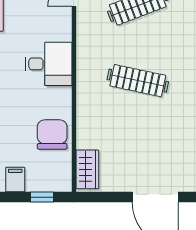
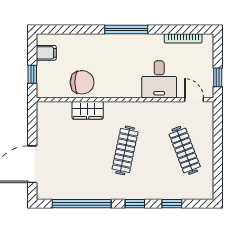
desk: (49, 64) -> (159, 79), moved
wardrobe: (87, 169) -> (88, 110), moved

